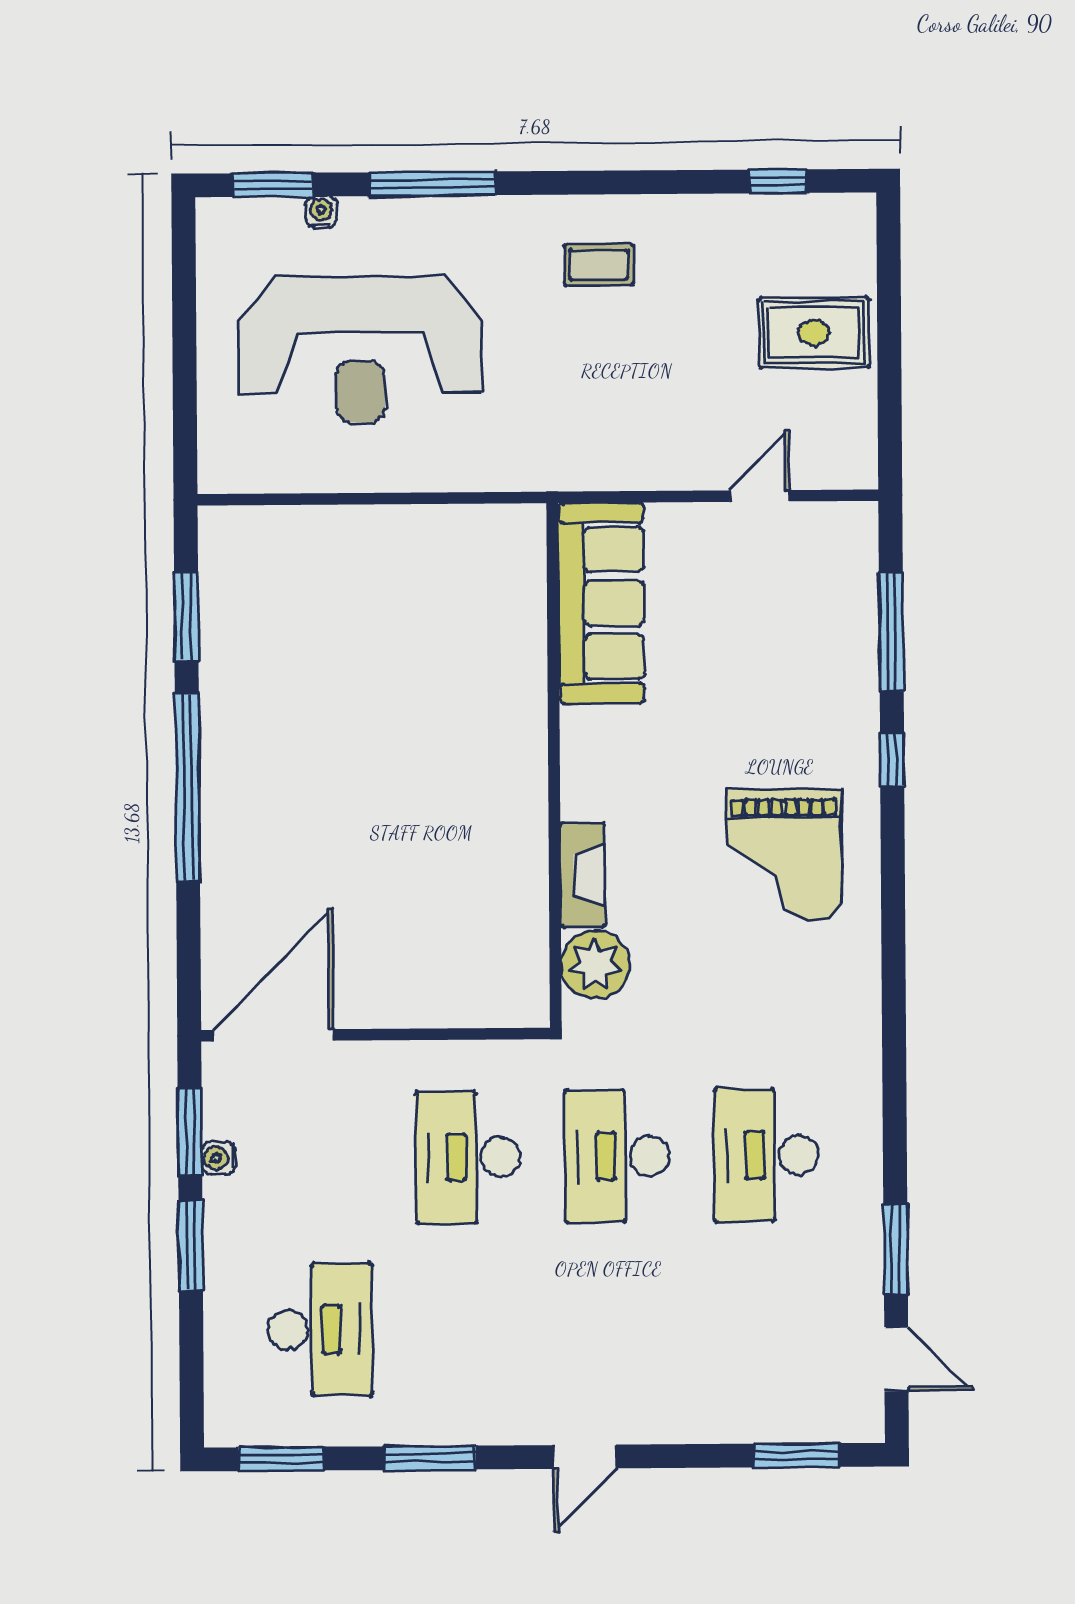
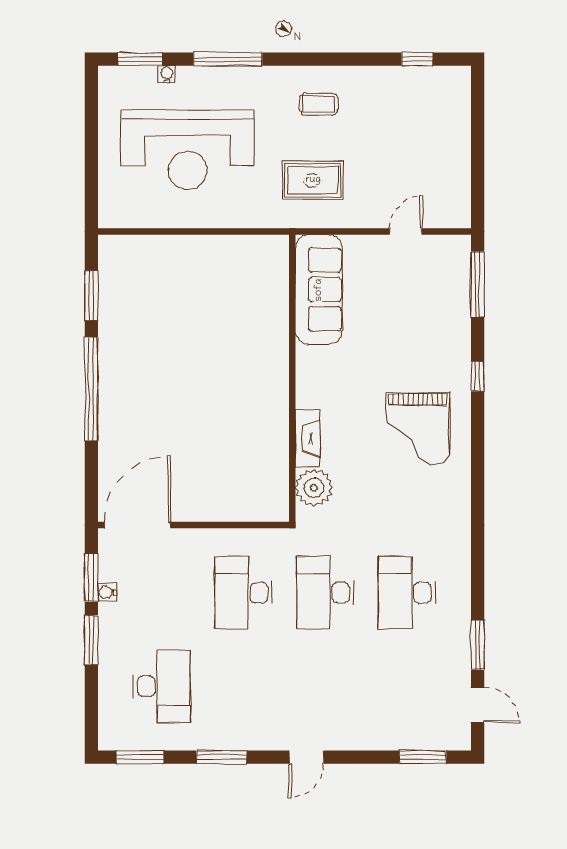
rug: (814, 333) -> (313, 180), moved
window: (891, 632) -> (478, 284), moved

